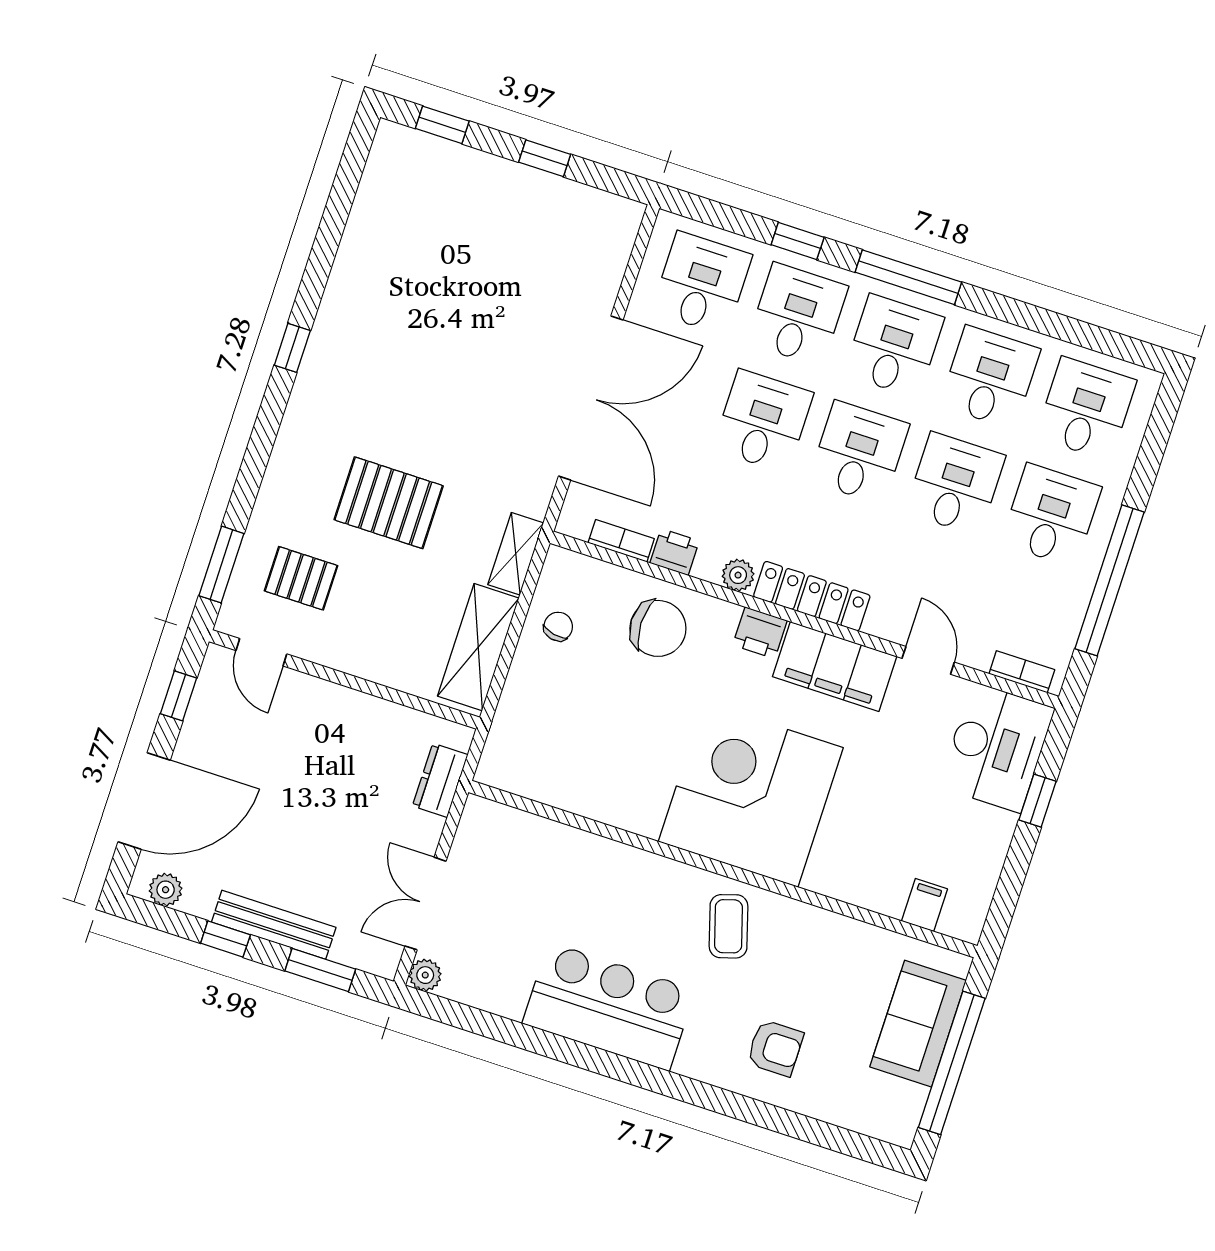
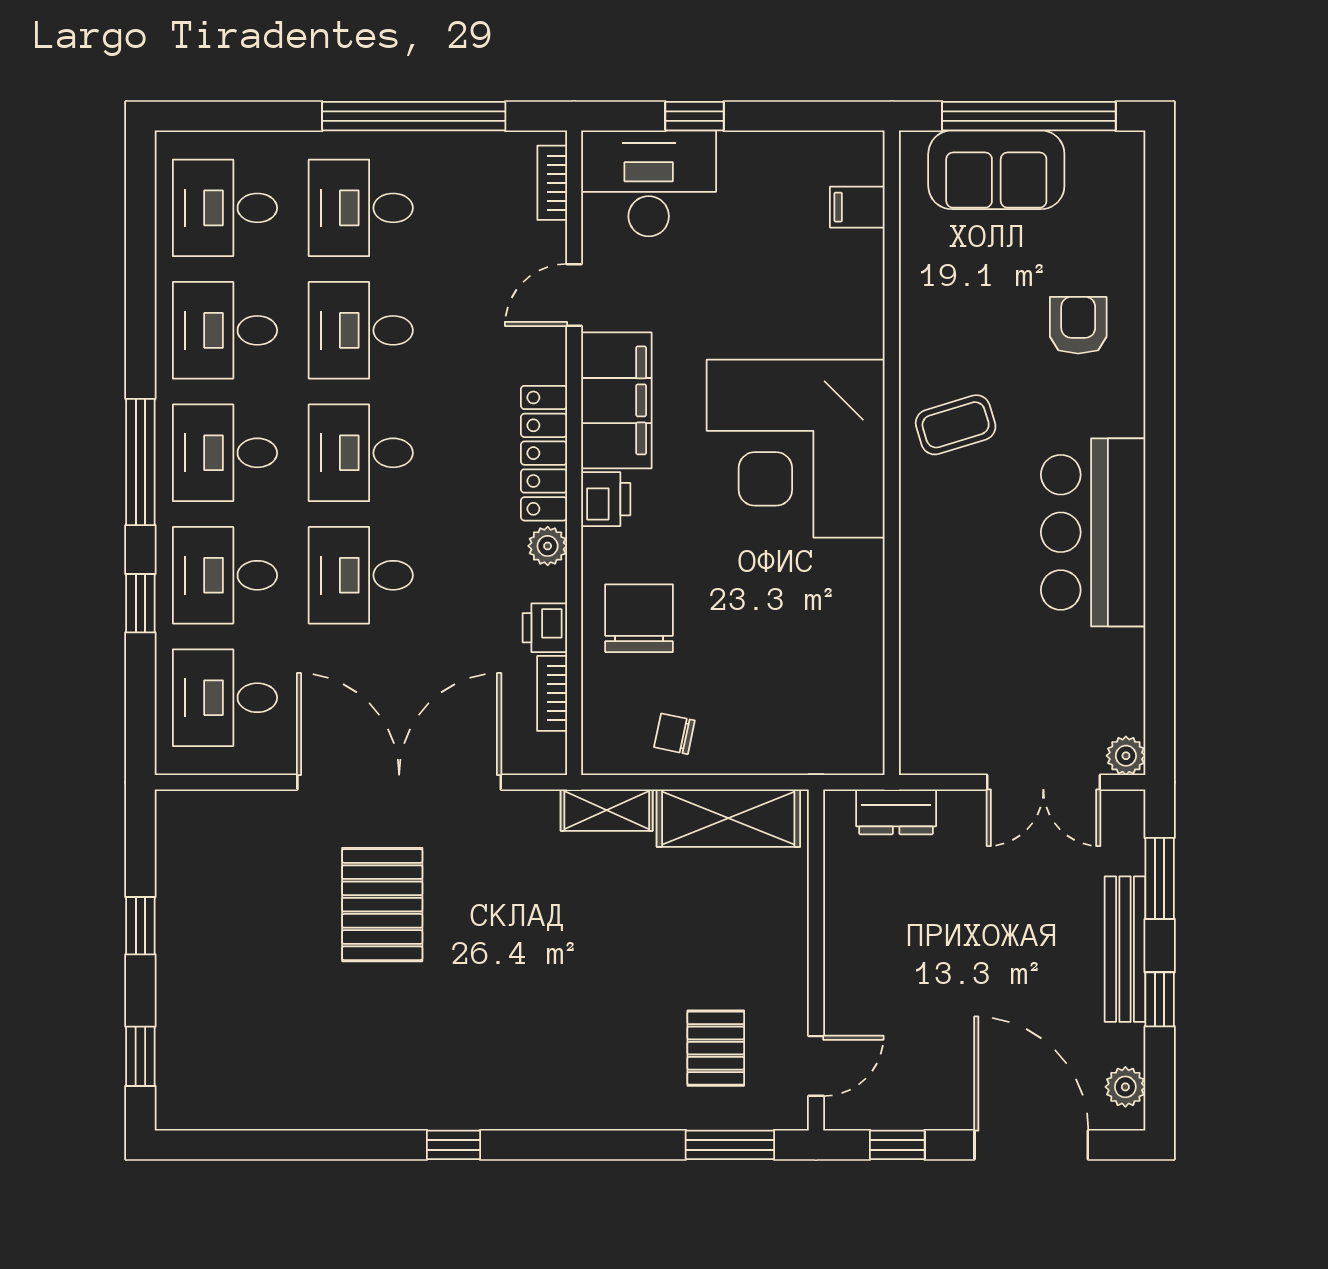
pallet: (389, 503) -> (382, 905), moved

